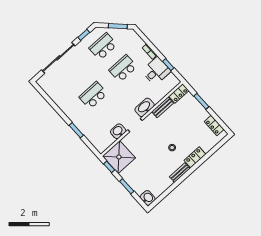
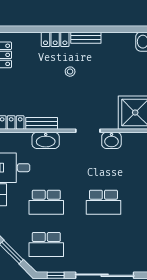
washbasin: (145, 107) -> (46, 140), moved

